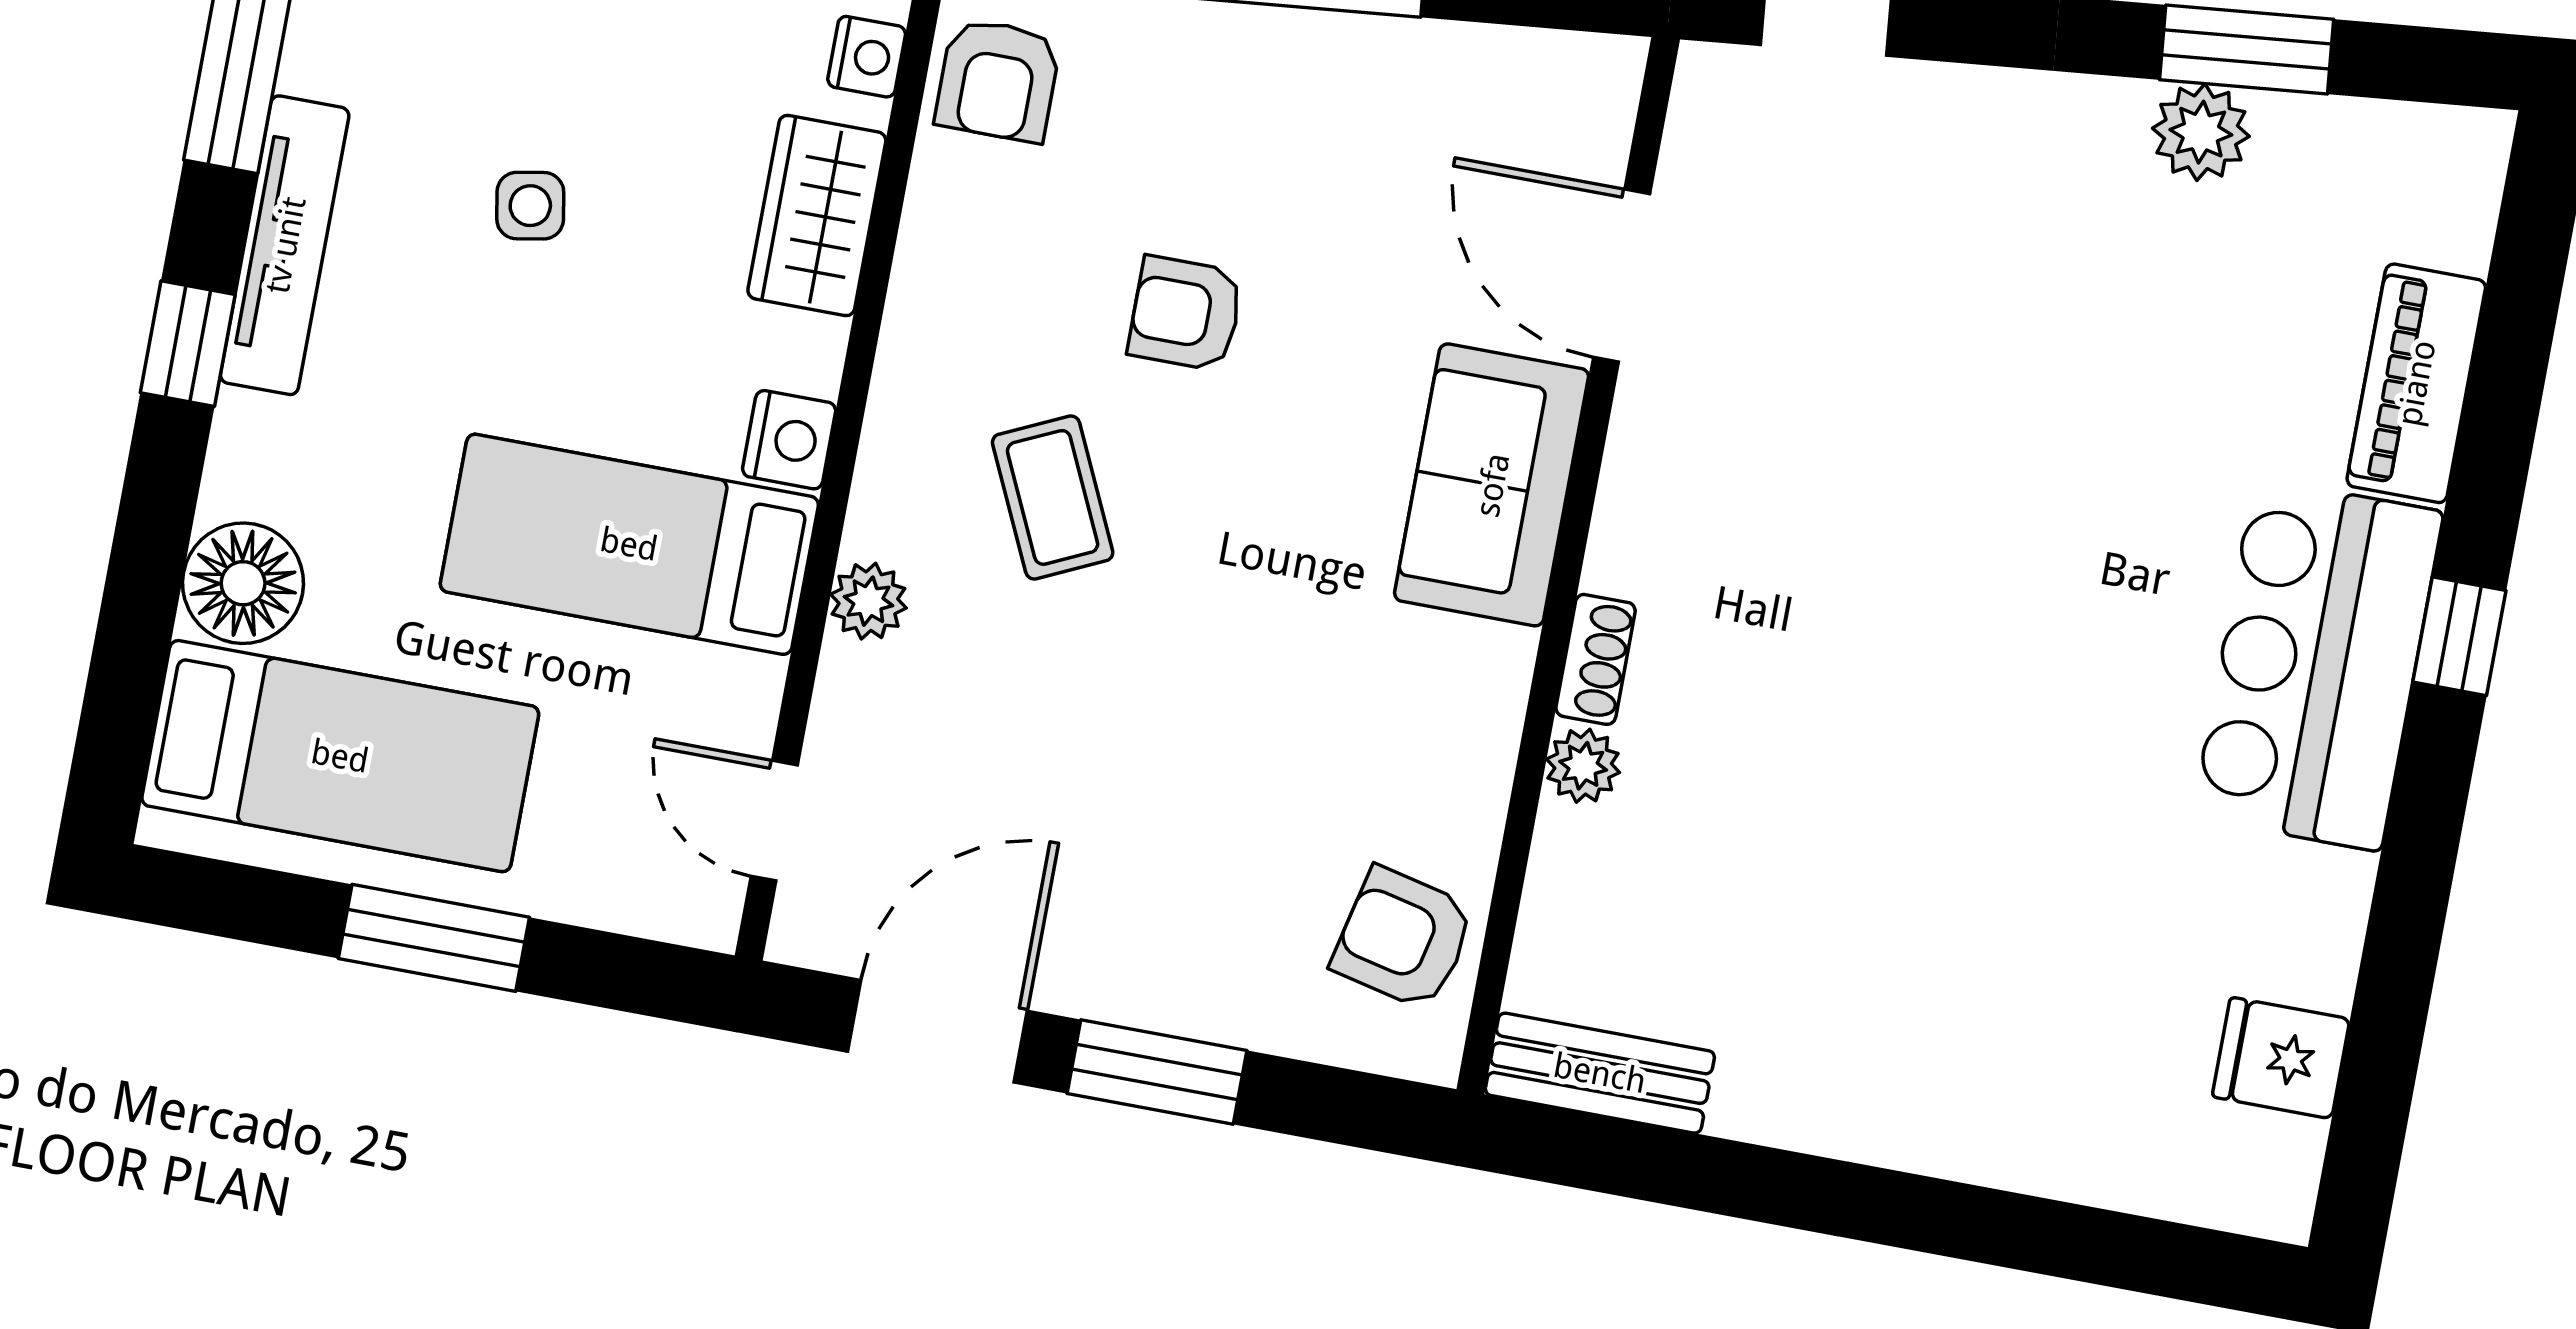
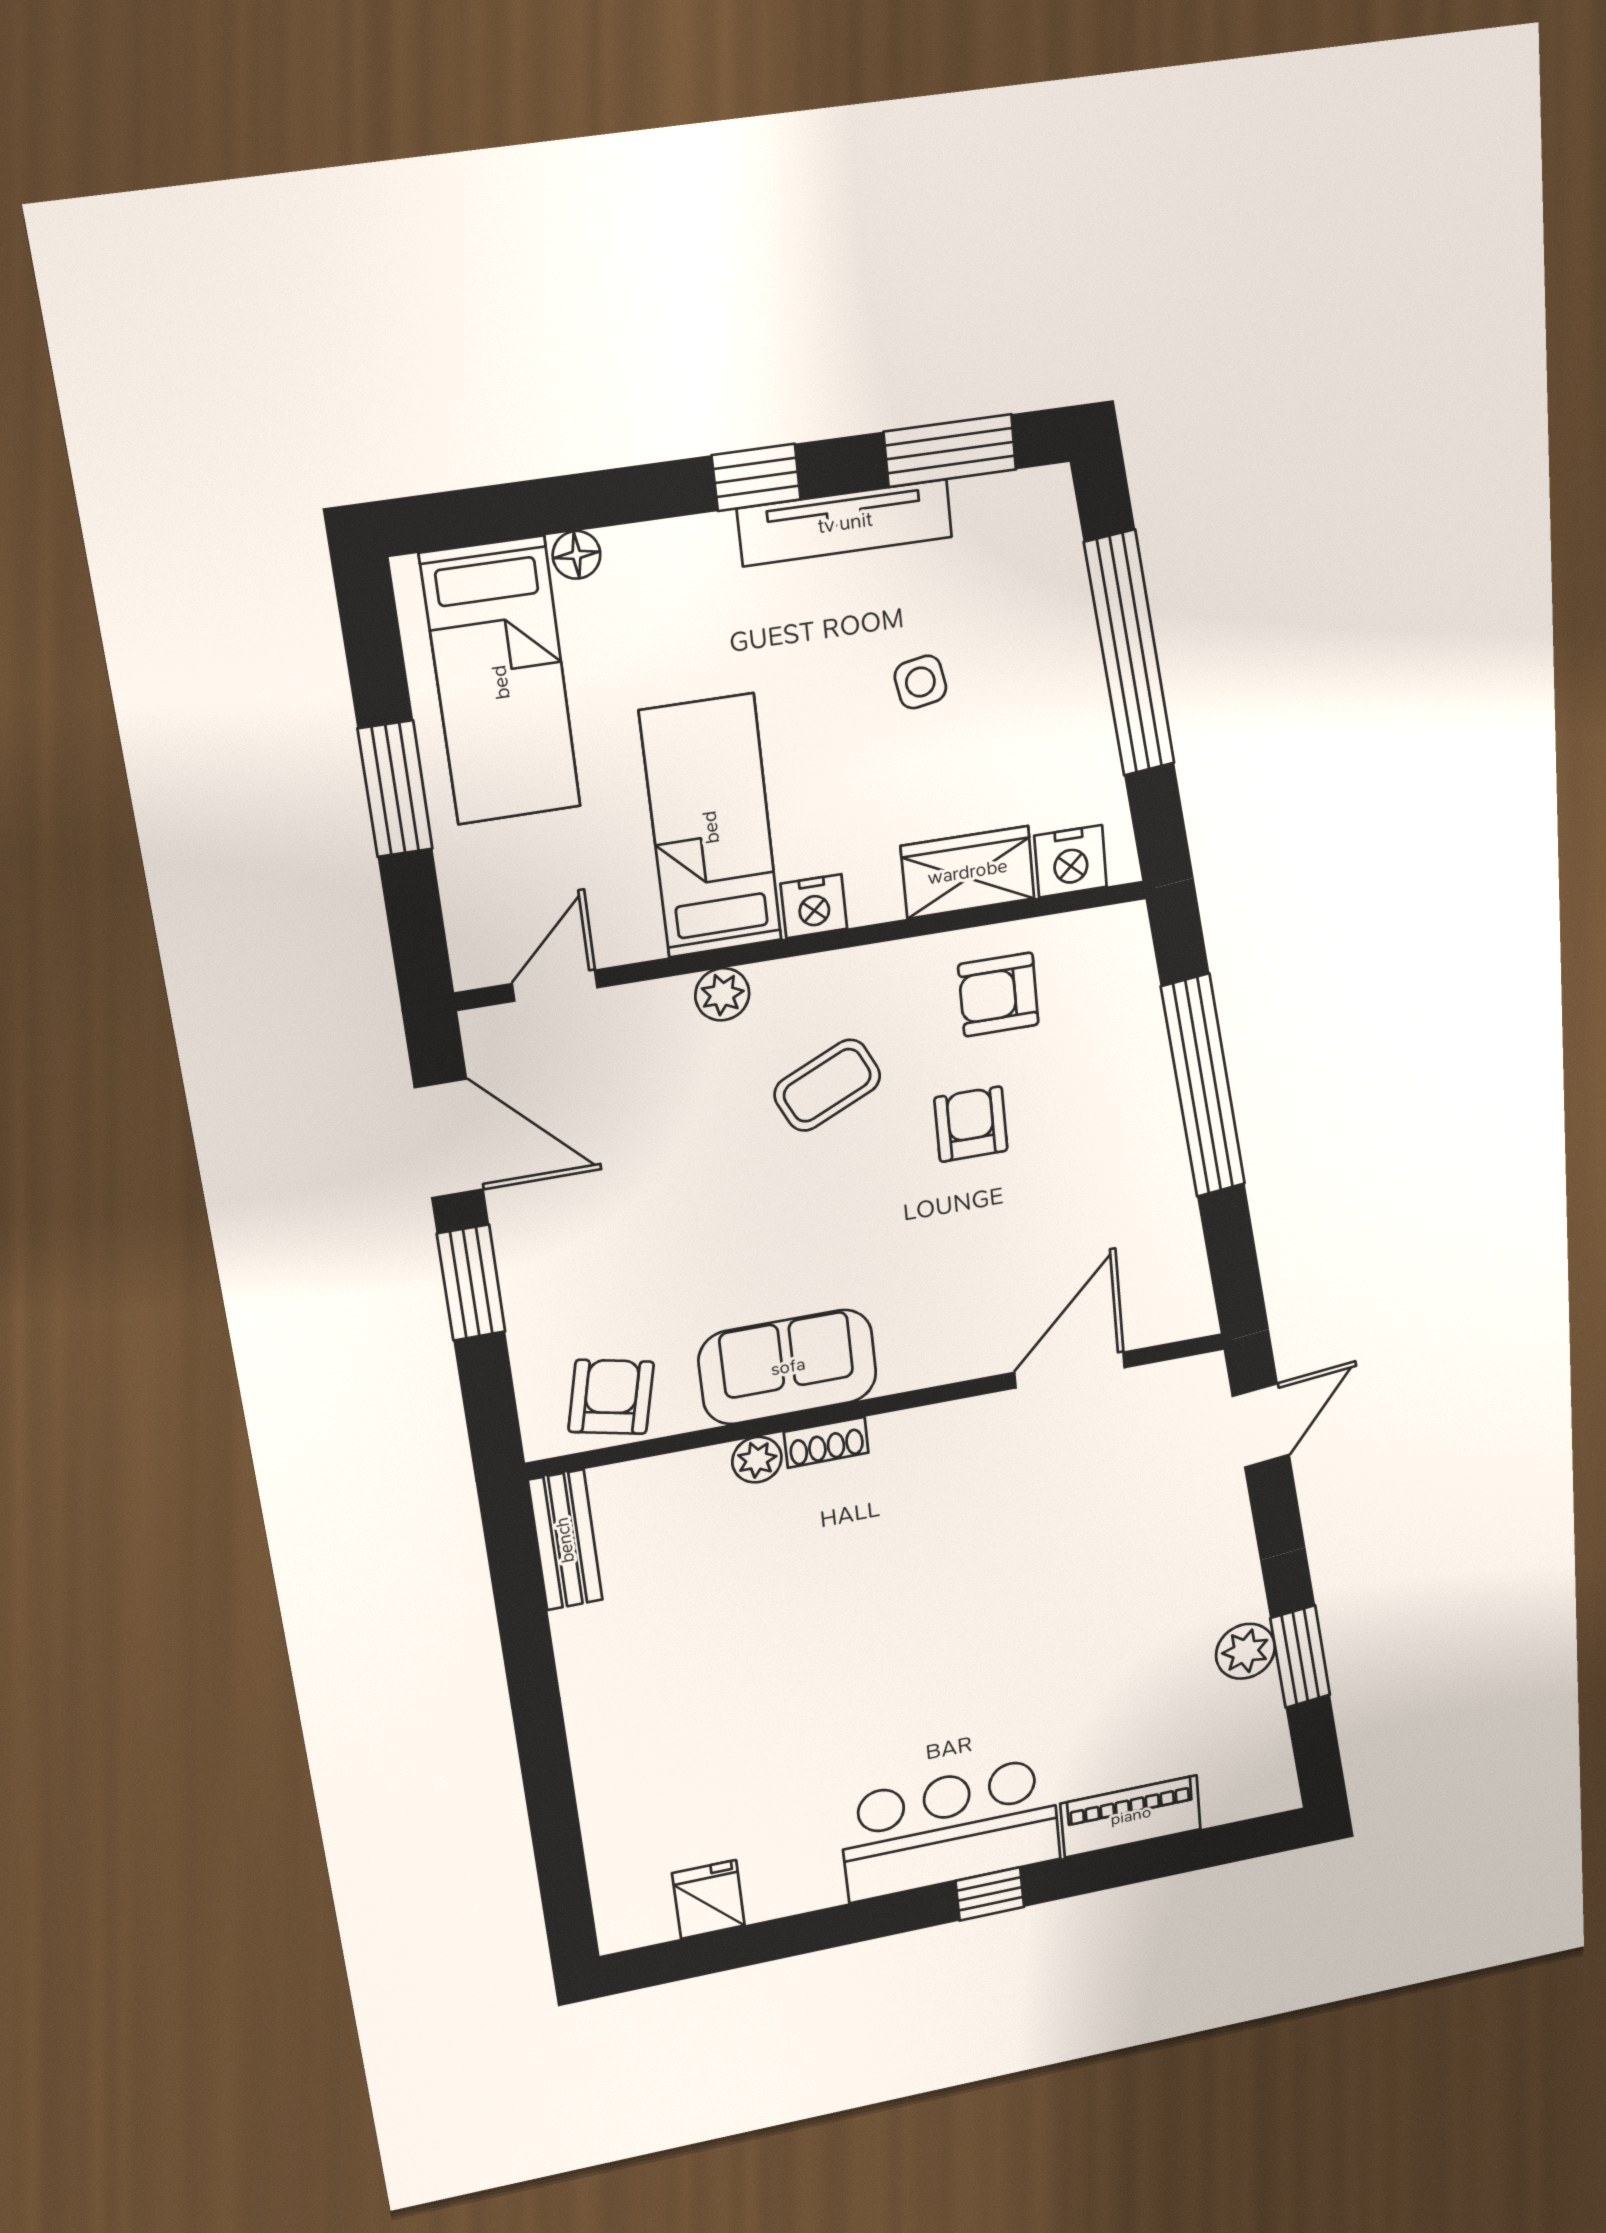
nightstand: (867, 57) -> (1071, 861), width x1.39, depth x1.35
armchair: (998, 80) -> (998, 995), moved
sofa: (1492, 485) -> (788, 1367), moved
floor lamp: (243, 583) -> (577, 555), width x0.53, depth x0.53

